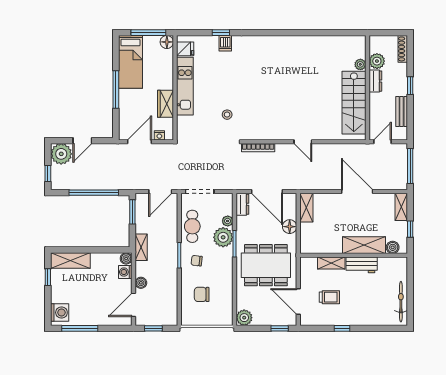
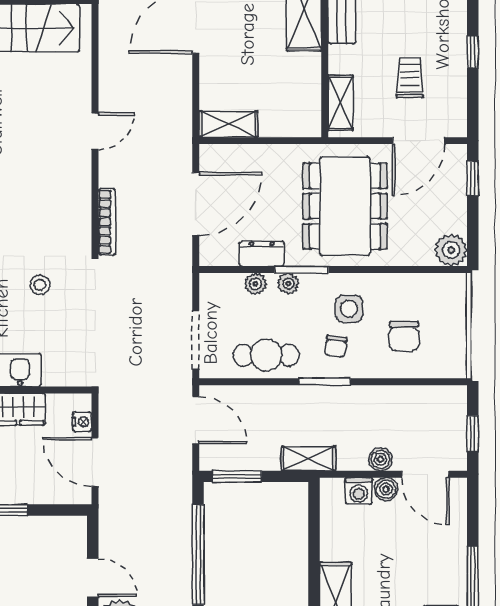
dresser: (242, 204) -> (262, 254), moved
floor lamp: (290, 227) -> (267, 158), removed
plant: (223, 237) -> (288, 283), width x0.53, depth x0.53
boiler: (126, 259) -> (386, 489), moved
shelving: (331, 263) -> (341, 103), moved
side table: (215, 267) -> (349, 309), added

